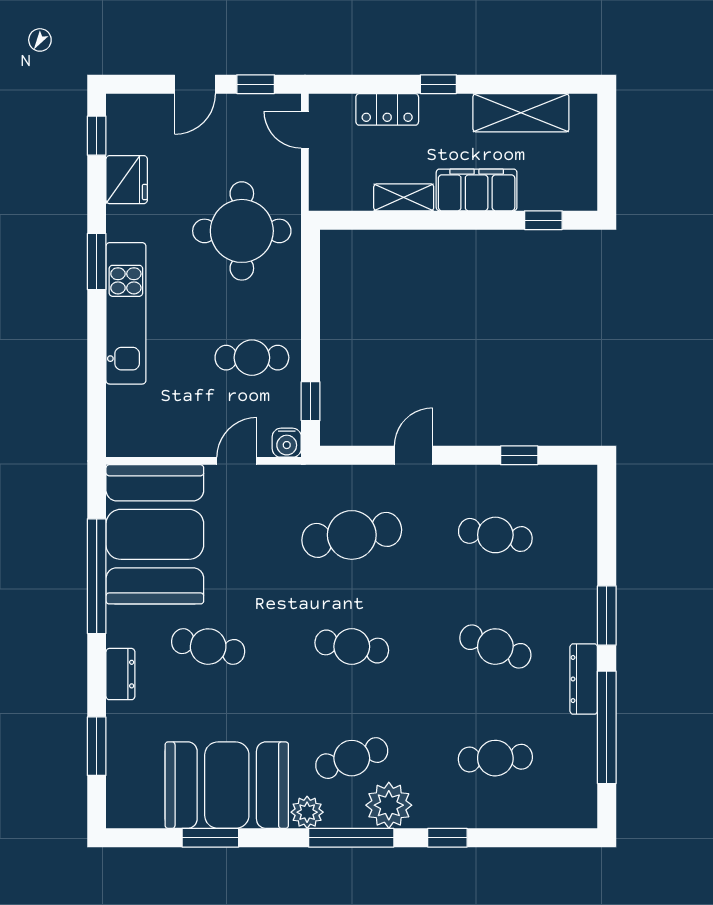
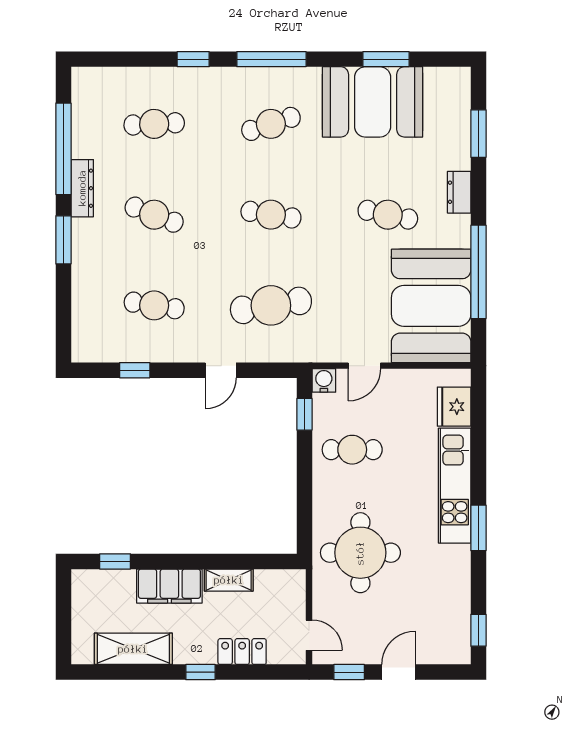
fridge: (127, 180) -> (454, 407), moved
plant: (389, 805) -> (241, 86), removed
plant: (307, 812) -> (307, 80), removed

